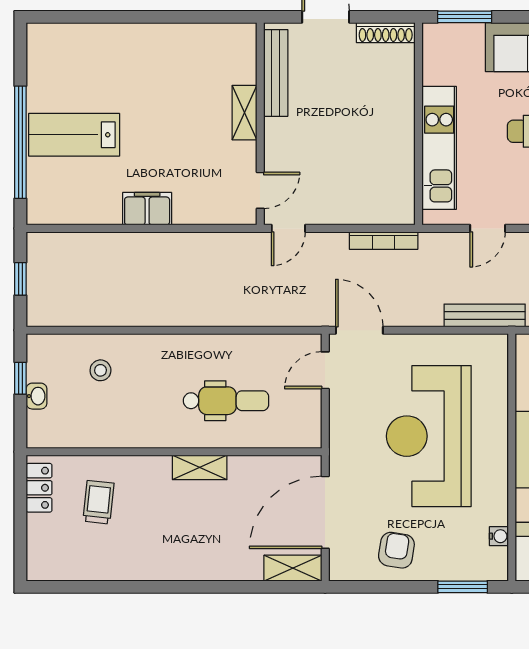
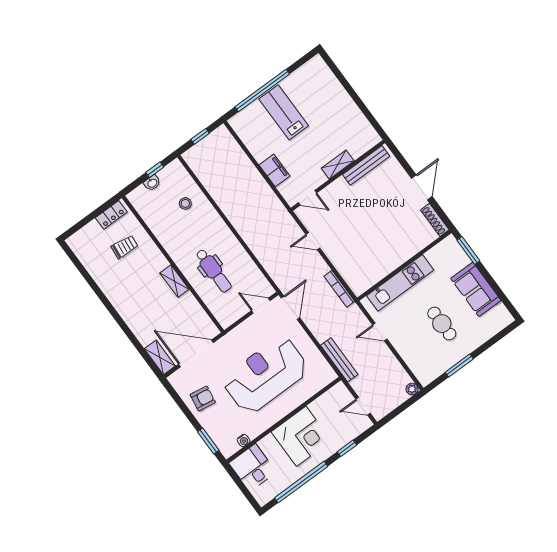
bench: (276, 73) -> (366, 165), moved
shelving: (244, 113) -> (338, 165), moved
wall: (260, 124) -> (338, 175), moved
door: (260, 190) -> (308, 198), moved

